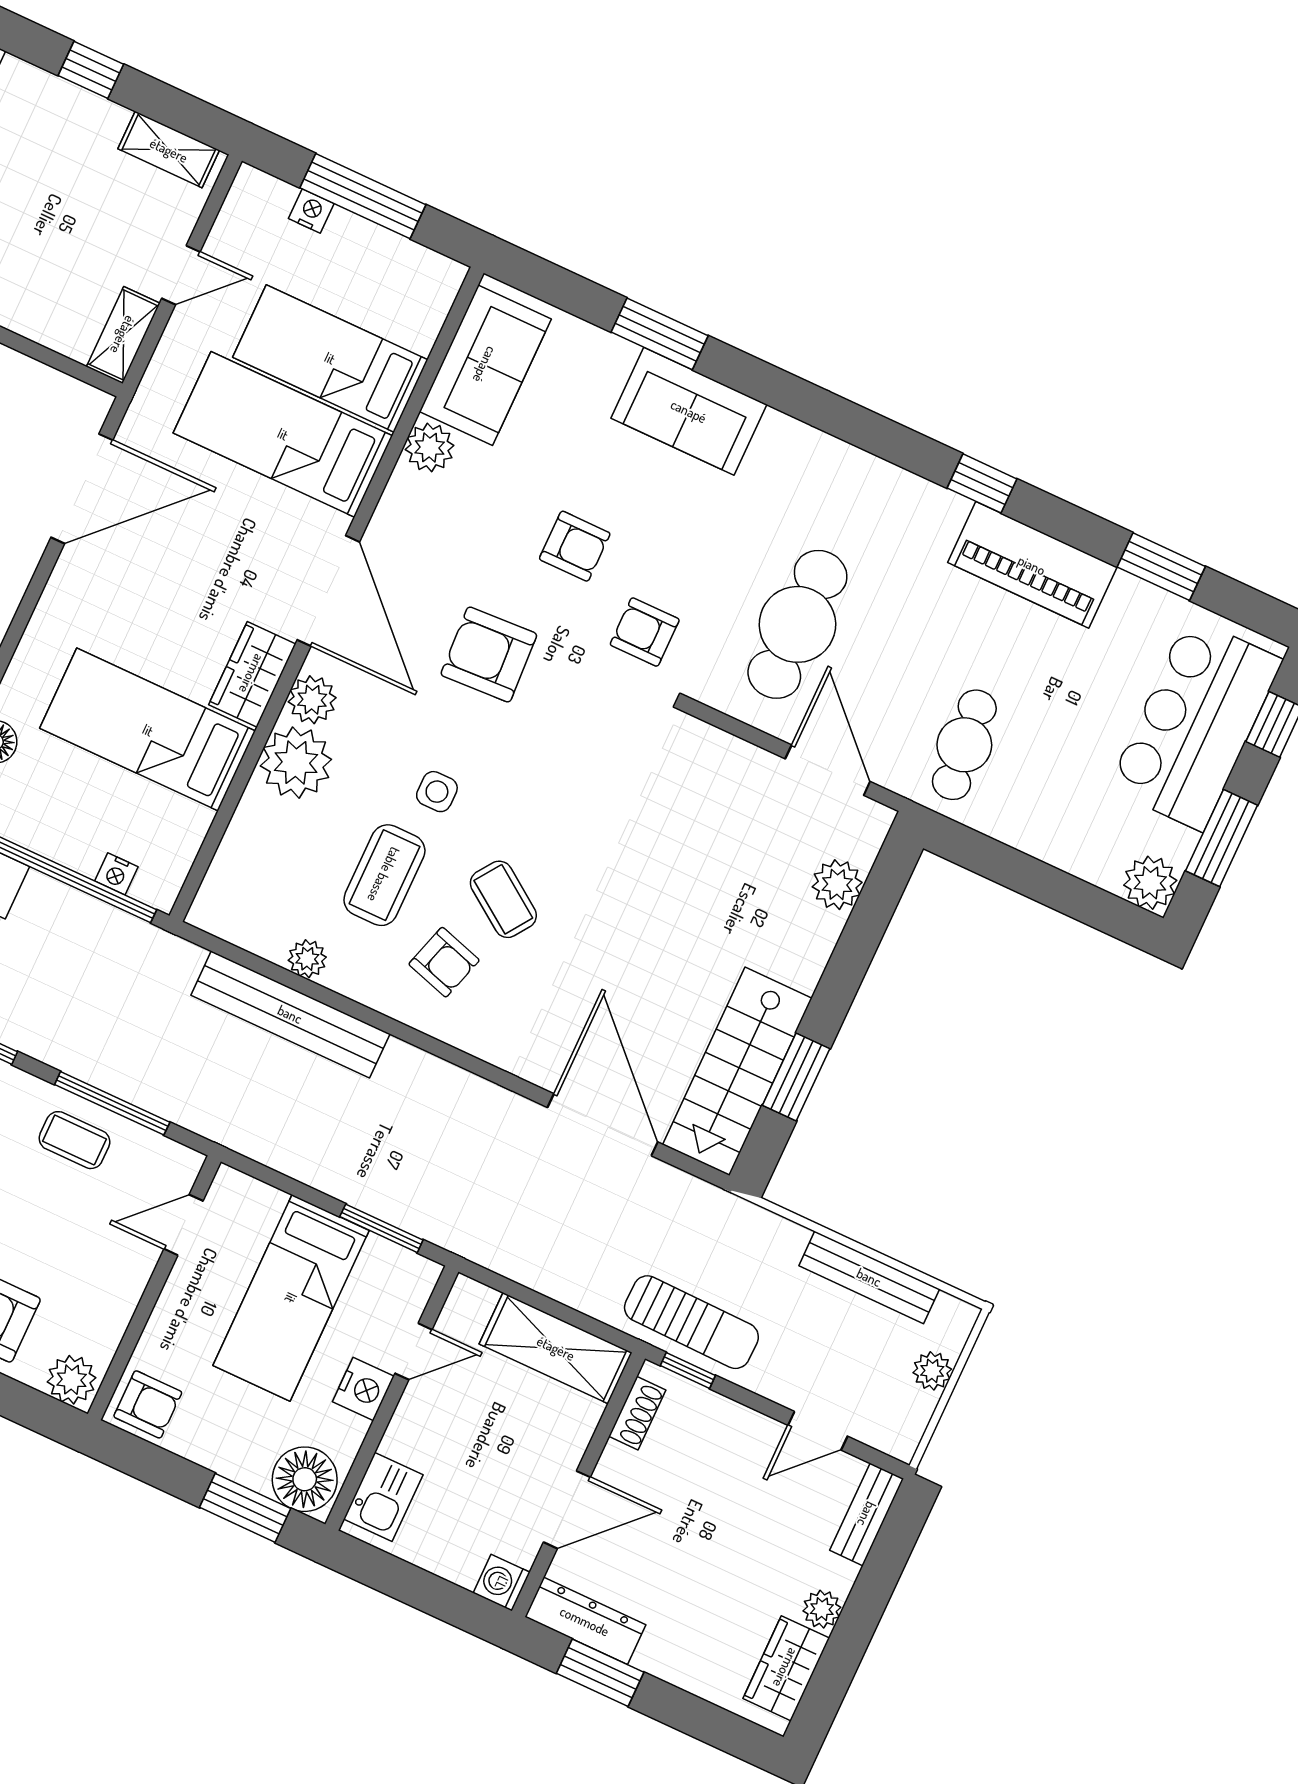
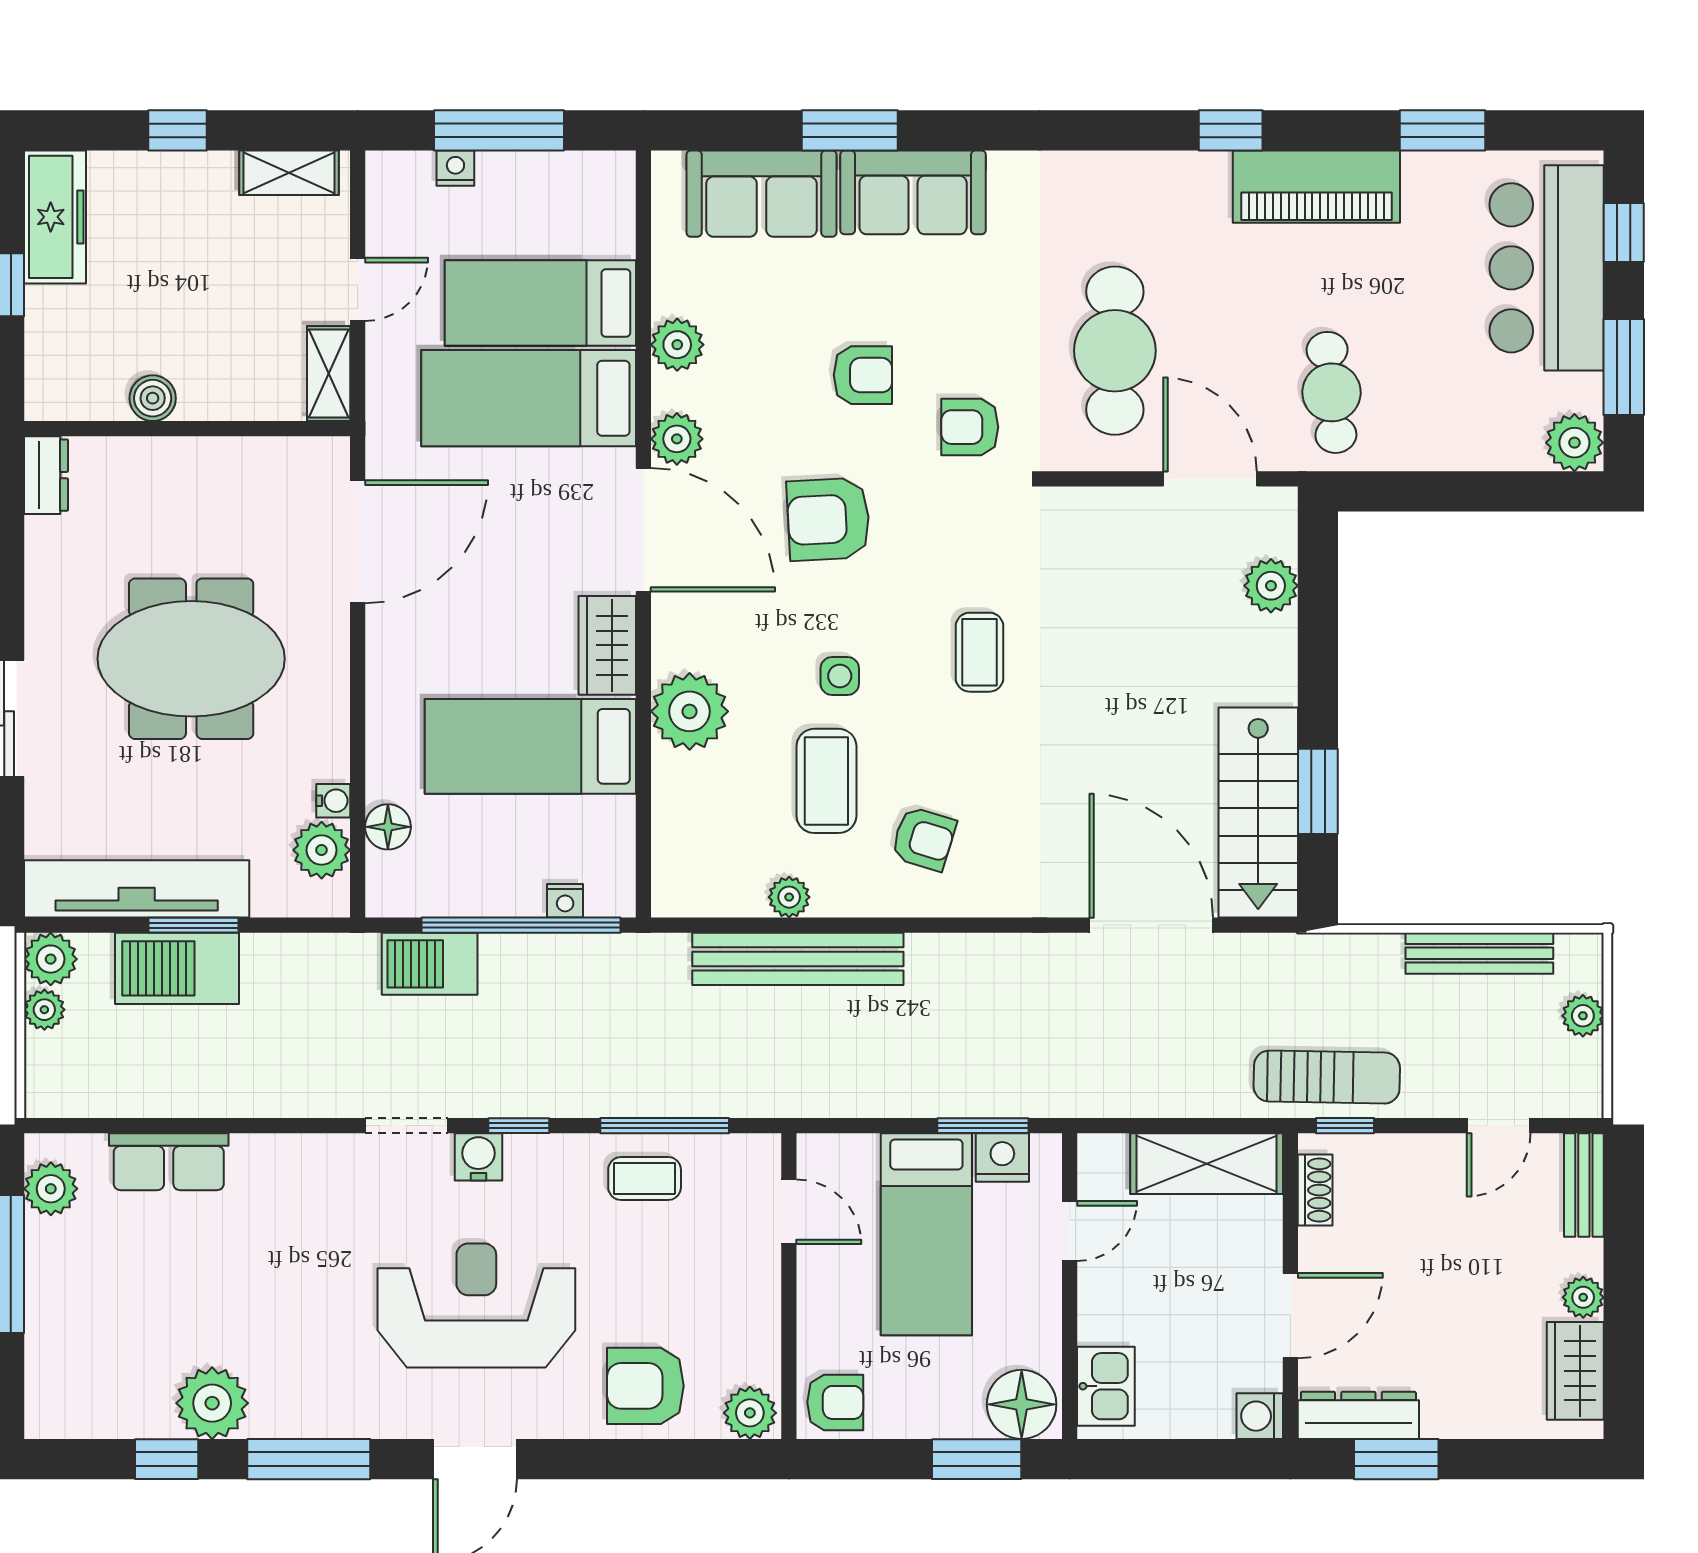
sofa: (485, 365) -> (761, 194), moved, turned 90
plant: (312, 700) -> (677, 439), moved
coffee table: (503, 899) -> (979, 652), moved, turned 55
door: (183, 1225) -> (789, 1212), swing flipped
nightstand: (363, 1389) -> (1002, 1158), moved, turned -90

